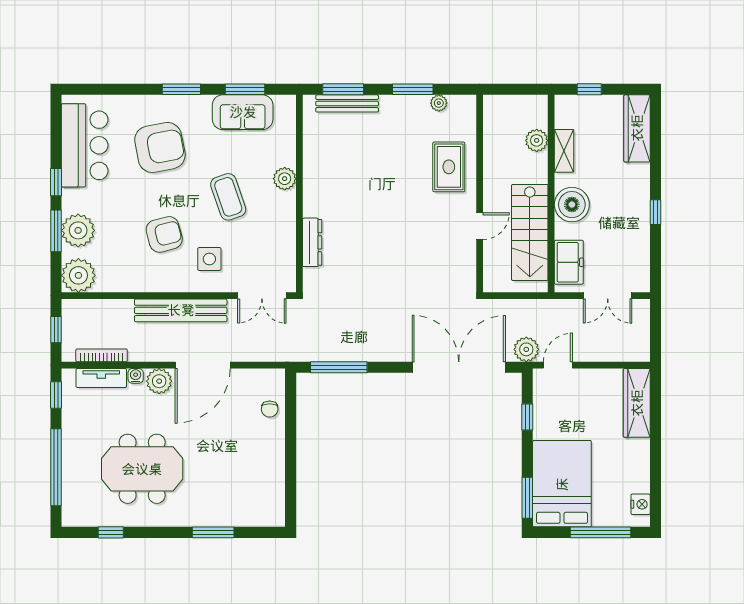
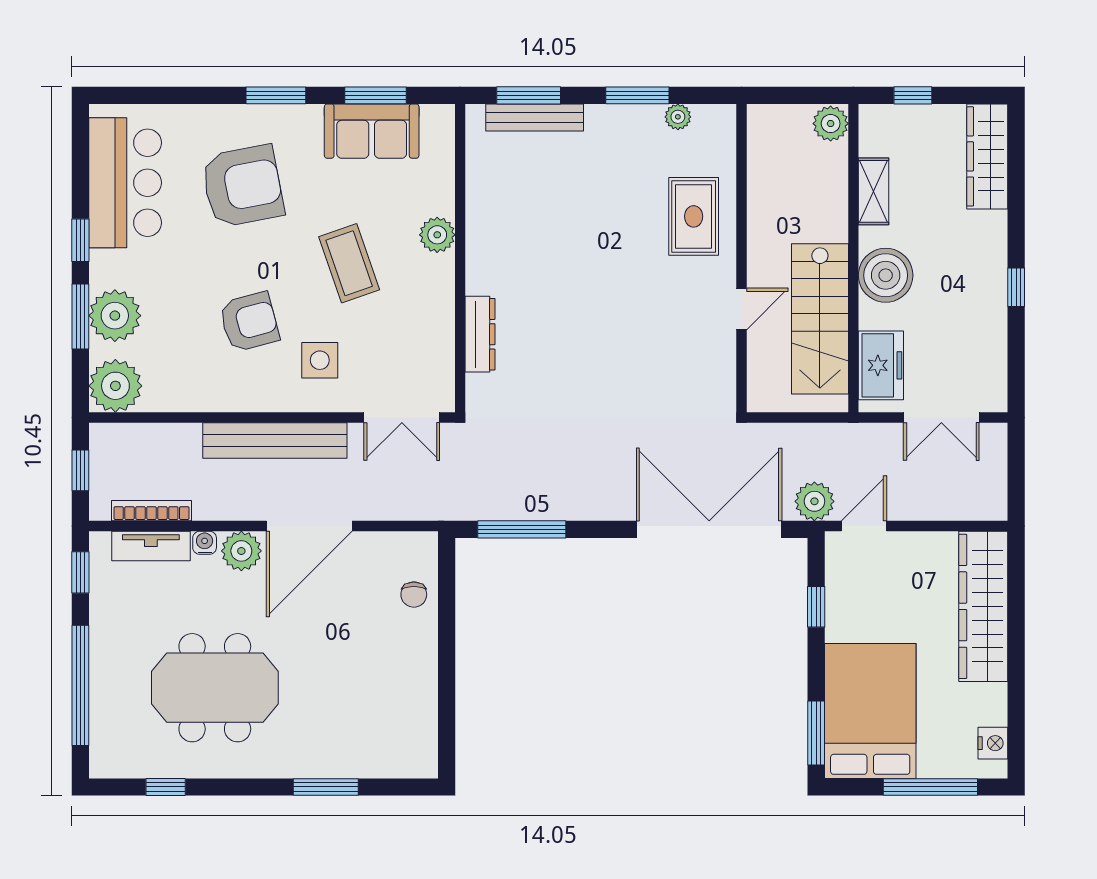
plant: (537, 140) -> (831, 124), moved
wardrobe: (637, 403) -> (983, 606), width x1.40, depth x1.17

